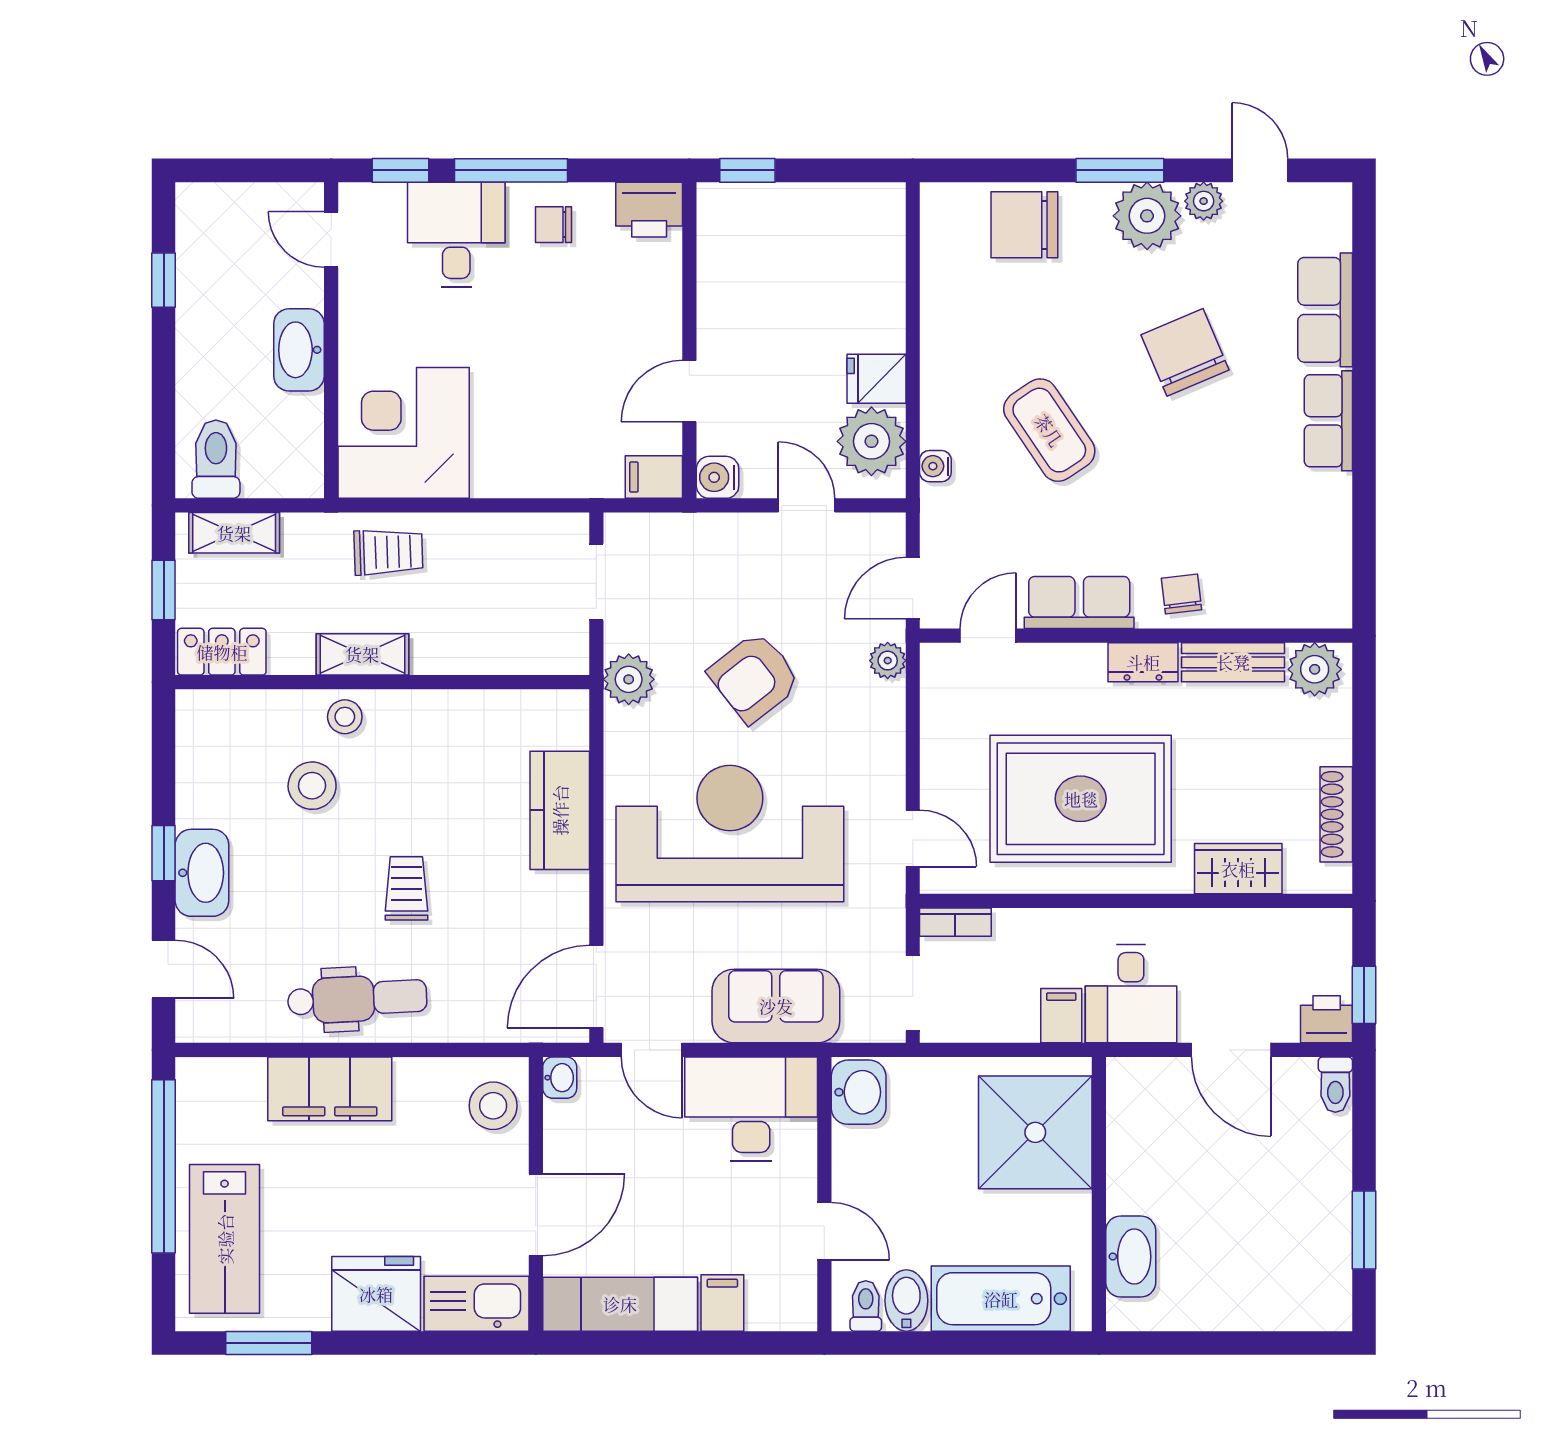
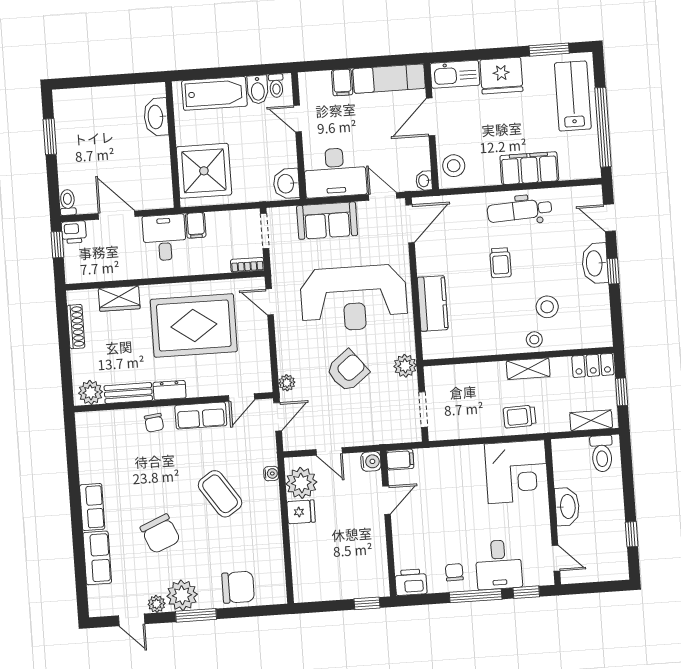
chair: (553, 225) -> (454, 572), turned -91

